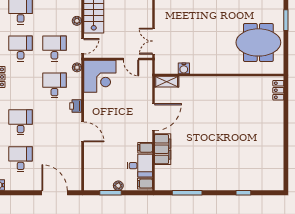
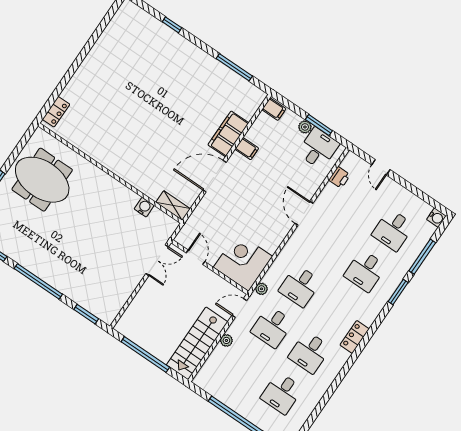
printer: (76, 106) -> (340, 177), moved
desk: (140, 166) -> (318, 149), moved, turned 90
door: (55, 193) -> (381, 167), width x0.53

